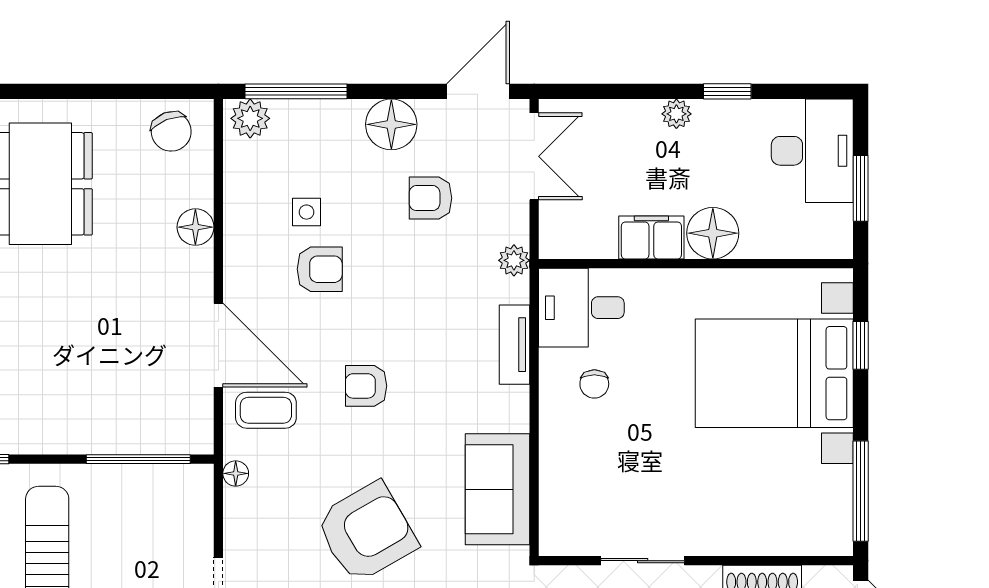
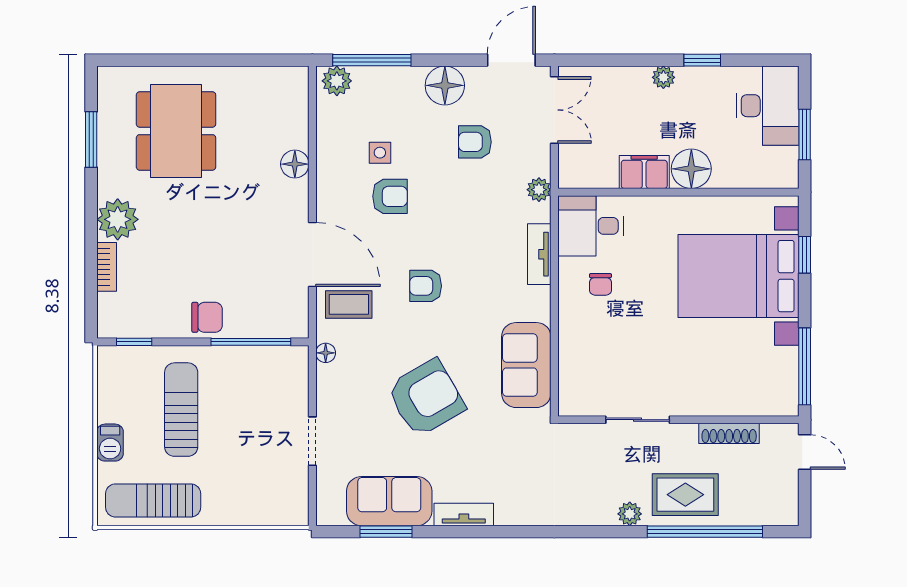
chair: (171, 131) -> (207, 317), moved, turned -69

